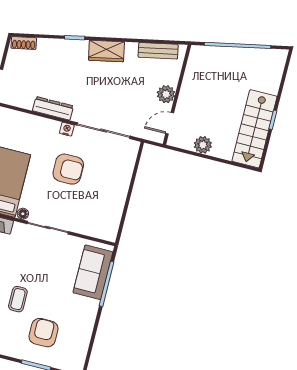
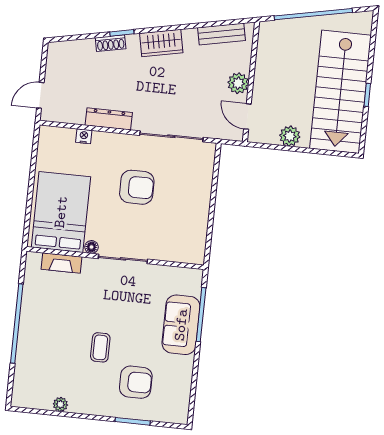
shoe rack: (24, 43) -> (111, 43), moved
door: (170, 123) -> (247, 117), hinge flipped
nightstand: (67, 129) -> (84, 136), moved
stairs: (254, 129) -> (341, 92), width x1.36, depth x1.51
sofa: (93, 272) -> (181, 325), moved
armchair: (43, 333) -> (136, 382), turned 90

